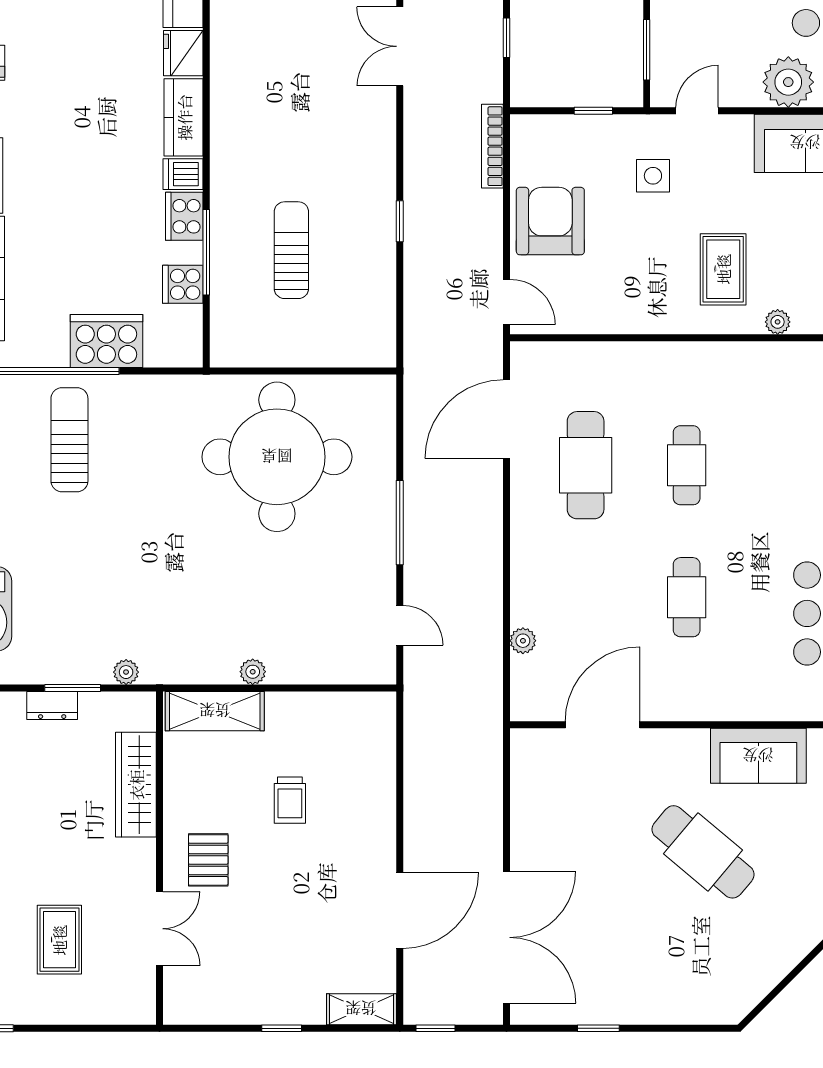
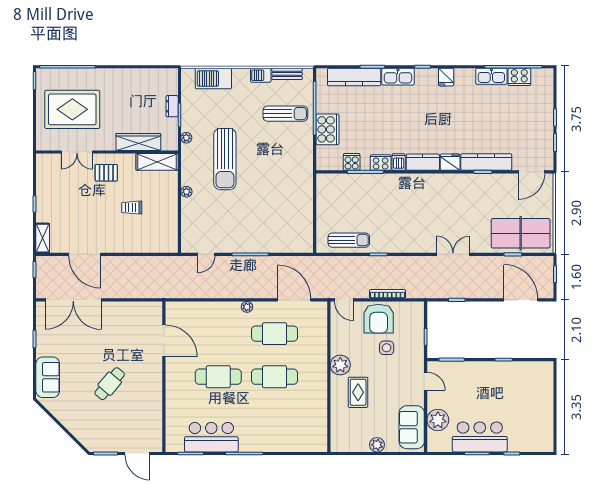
bookcase: (492, 146) -> (388, 294), moved
side table: (653, 176) -> (387, 348), moved
armchair: (550, 221) -> (379, 319), turned 90
sun lounger: (291, 250) -> (349, 240), moved
rug: (723, 269) -> (358, 392), turned 90
door: (507, 302) -> (344, 300), hinge flipped
plant: (778, 322) -> (340, 365), moved, width x1.87, depth x1.87
round table: (277, 457) -> (278, 202), removed
cafe table: (687, 465) -> (275, 377), width x1.37, depth x1.35
sun lounger: (176, 582) -> (225, 159), added
cafe table: (687, 597) -> (218, 377), width x1.37, depth x1.35
plant: (523, 641) -> (247, 307), moved
shelving: (215, 711) -> (157, 162), moved, turned 90
sofa: (758, 756) -> (48, 377), moved, turned 180
cafe table: (703, 852) -> (110, 384), width x0.73, depth x0.74
rug: (59, 940) -> (72, 109), width x1.86, depth x2.06

